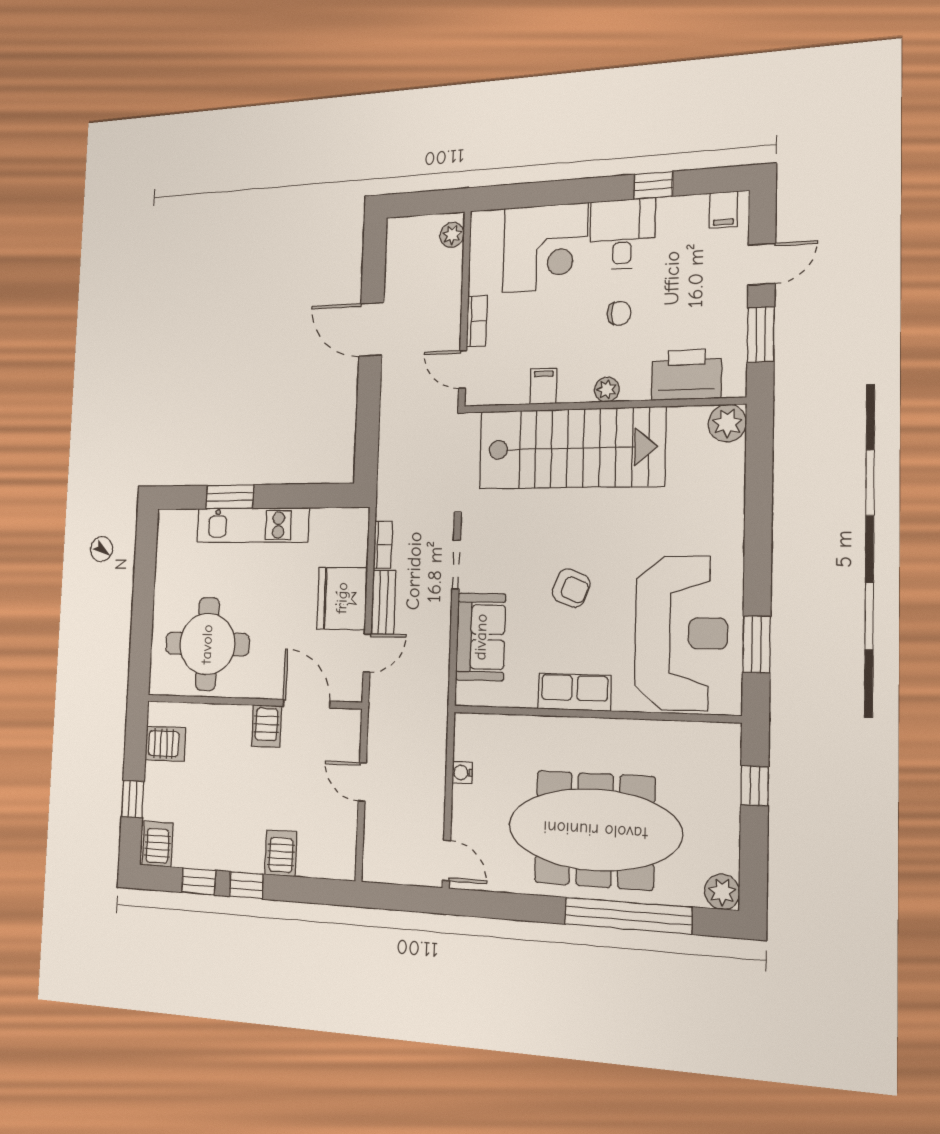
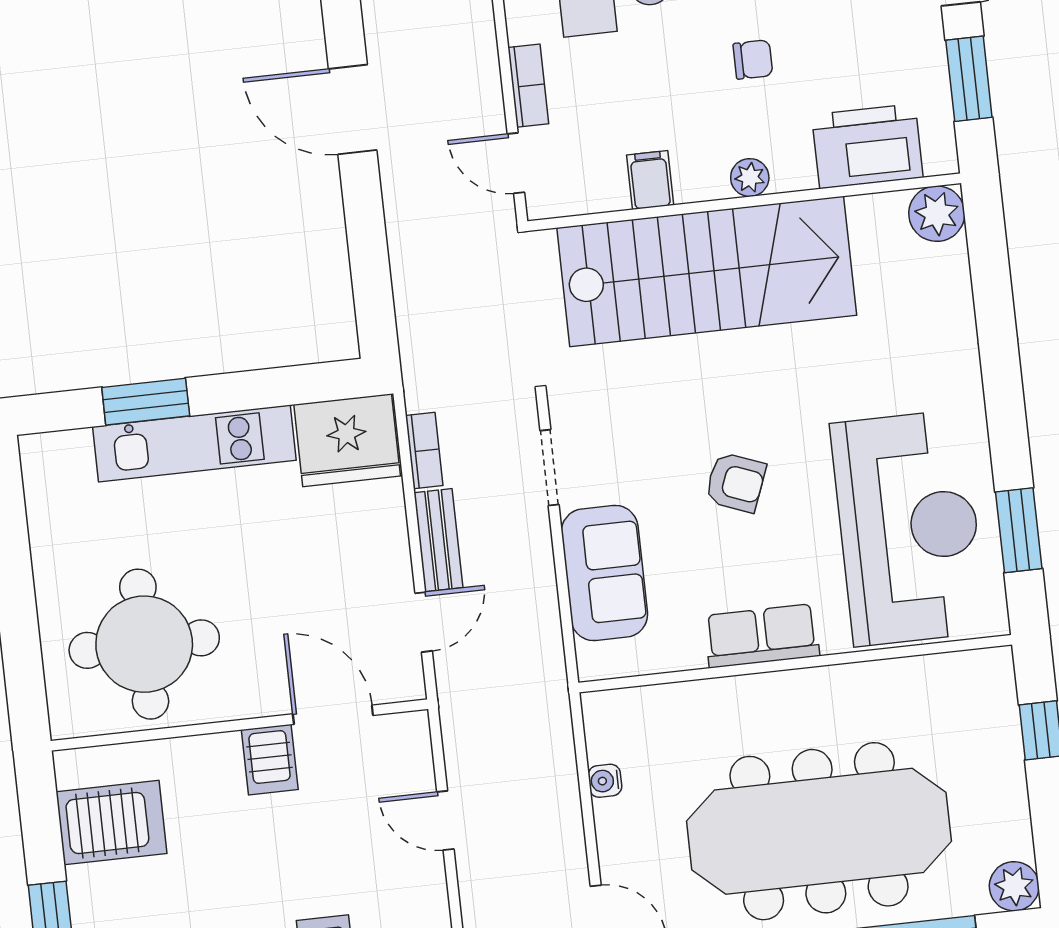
fridge: (342, 598) -> (347, 440), moved, turned -90
server rack: (165, 744) -> (112, 823), width x1.36, depth x1.44

